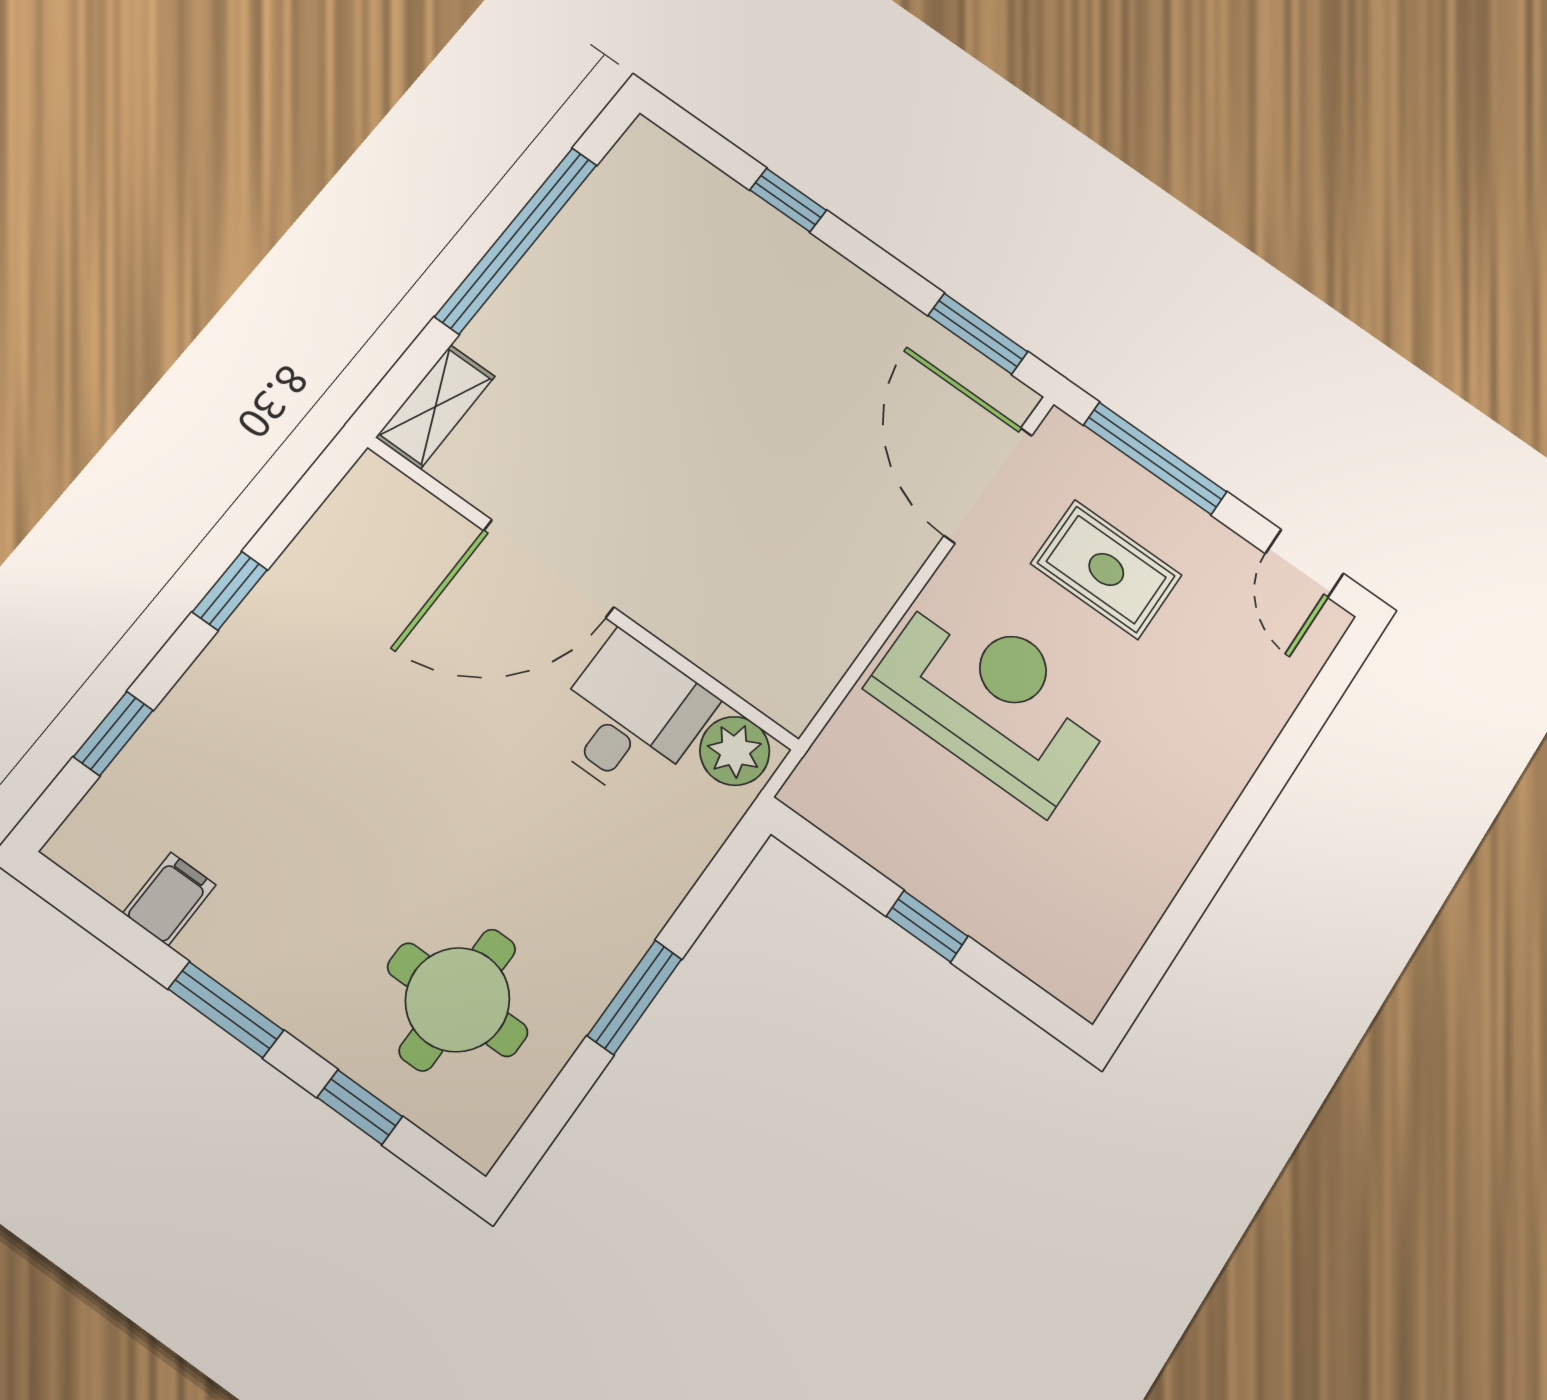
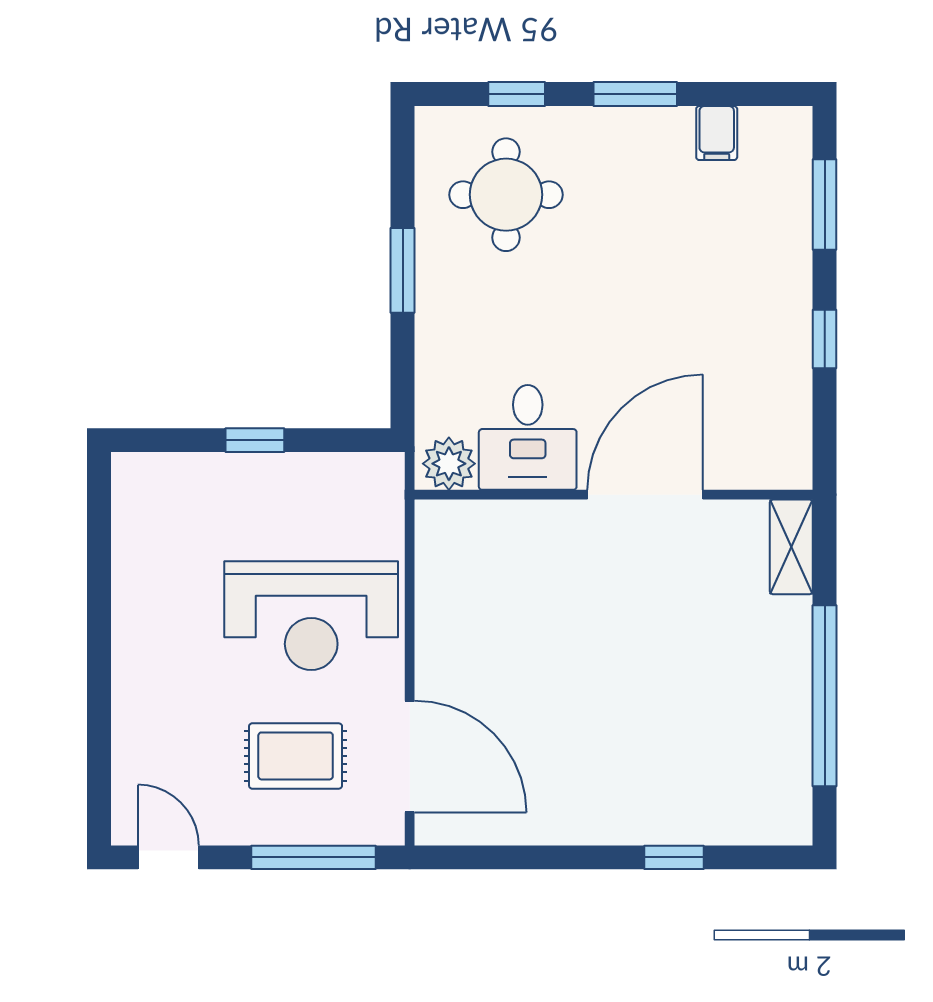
window: (978, 334) -> (487, 857), removed
window: (113, 734) -> (825, 204), width x1.50

